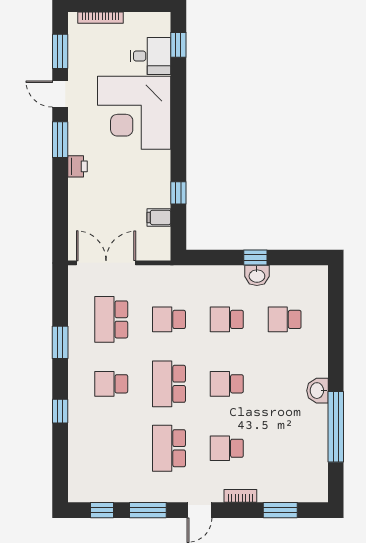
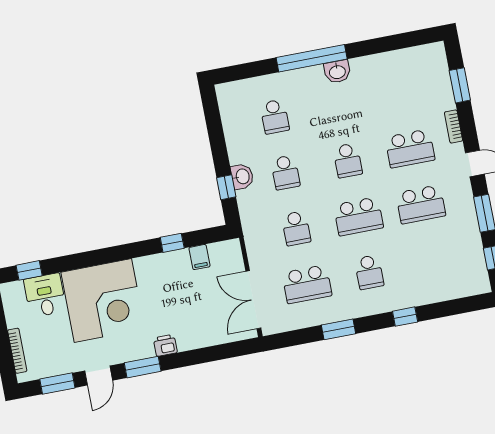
window: (255, 258) -> (226, 187), moved
washbasin: (257, 275) -> (242, 177), moved
window: (336, 427) -> (312, 58), moved
school desk: (227, 448) -> (410, 148), width x1.85

